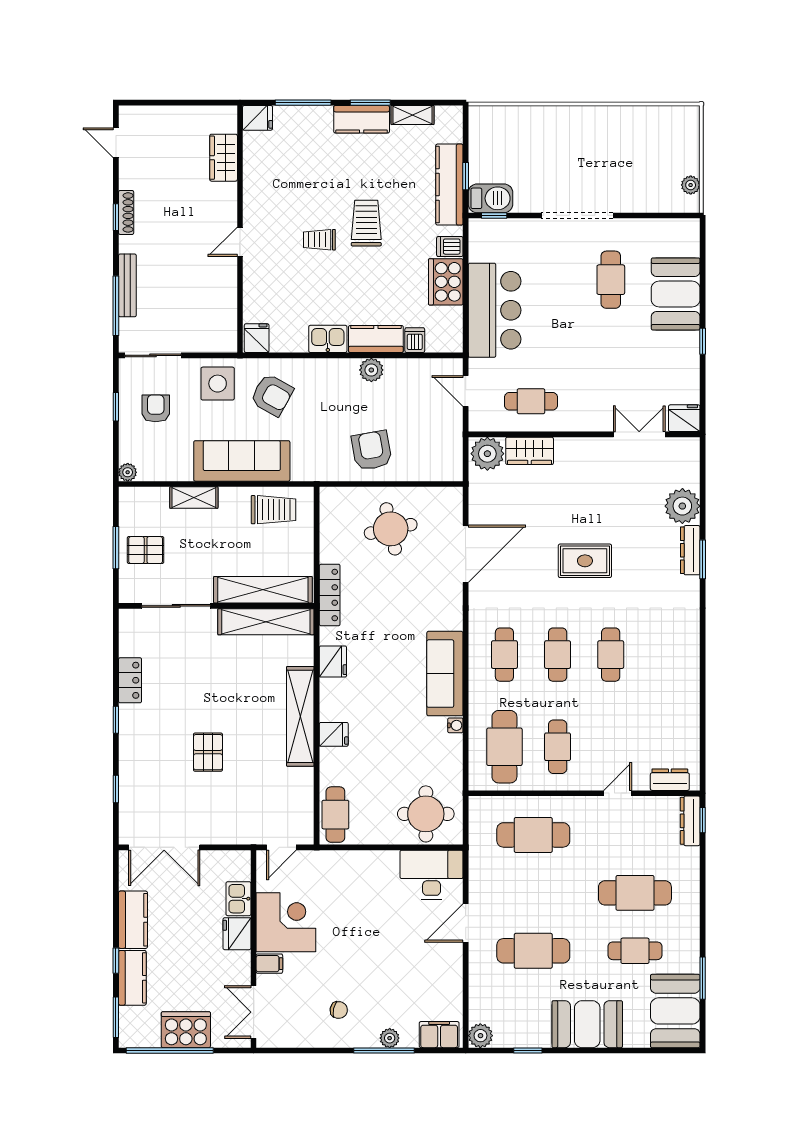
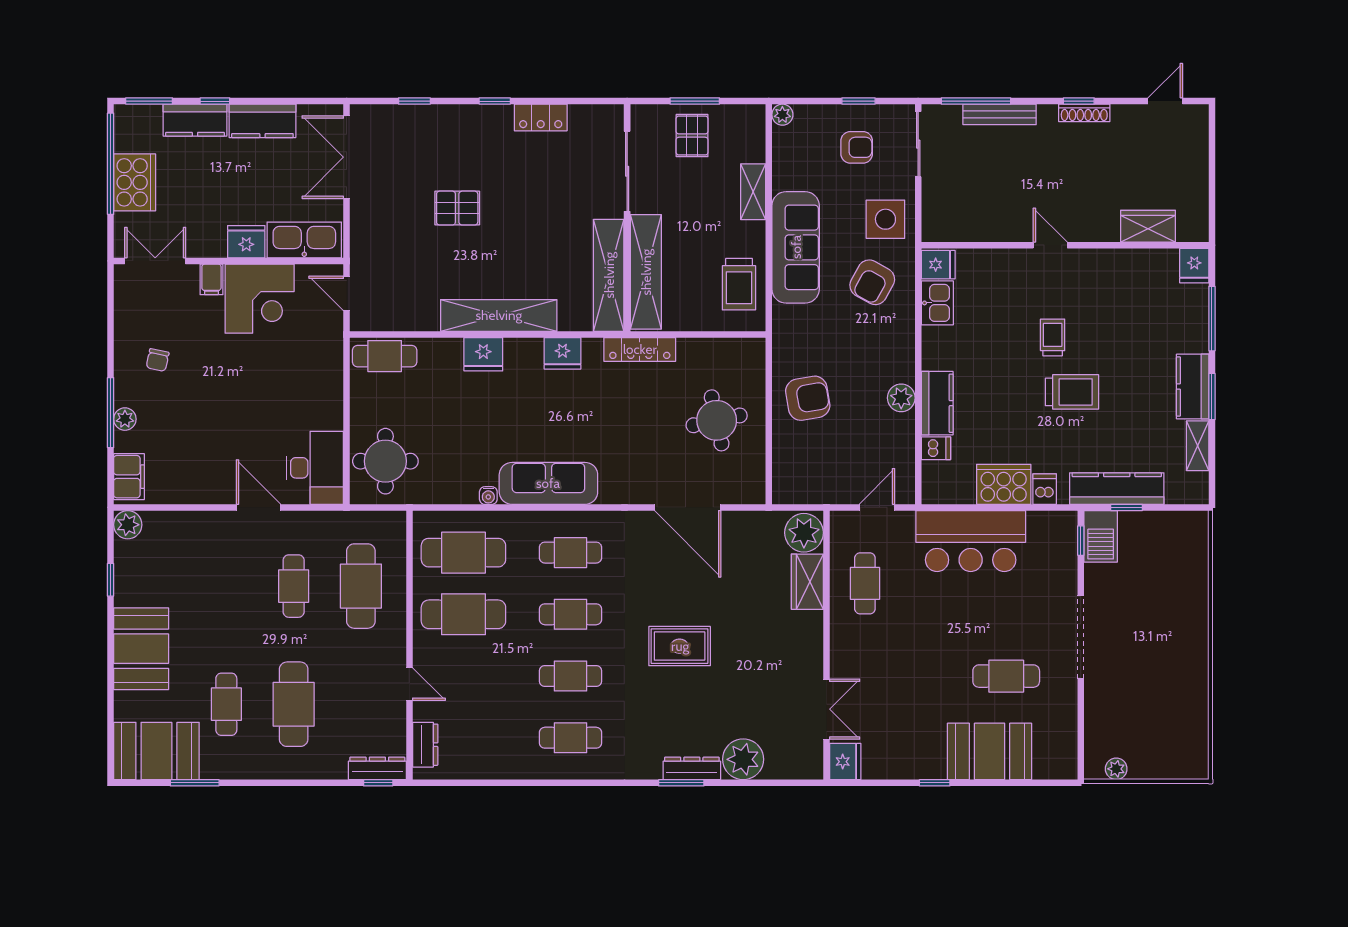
kitchen sink: (328, 339) -> (937, 303), moved
rug: (585, 561) -> (680, 646), turned 90
cafe table: (664, 655) -> (571, 738), added
fridge: (334, 734) -> (483, 354), width x1.38
cafe table: (558, 747) -> (463, 614), width x1.37, depth x1.35
kitchen sink: (238, 899) -> (304, 240), width x1.88, depth x1.24
cafe table: (533, 951) -> (294, 586), moved, width x0.73, depth x0.74

